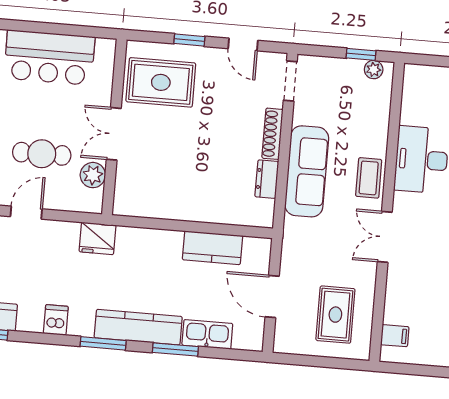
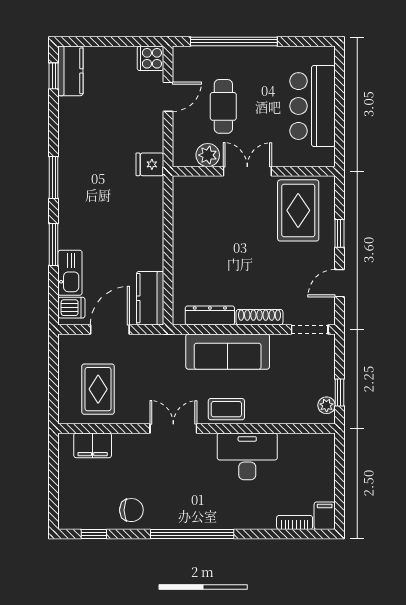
dresser: (267, 179) -> (210, 315), width x1.44
door: (26, 213) -> (168, 97), hinge flipped
fridge: (98, 238) -> (150, 164), width x0.72
kitchen counter: (213, 248) -> (150, 298), moved
rug: (335, 315) -> (98, 389), turned 90
dishwasher: (56, 320) -> (71, 308), moved
kitchen counter: (138, 327) -> (71, 209), removed
filing cabinet: (395, 336) -> (93, 445), width x2.00

